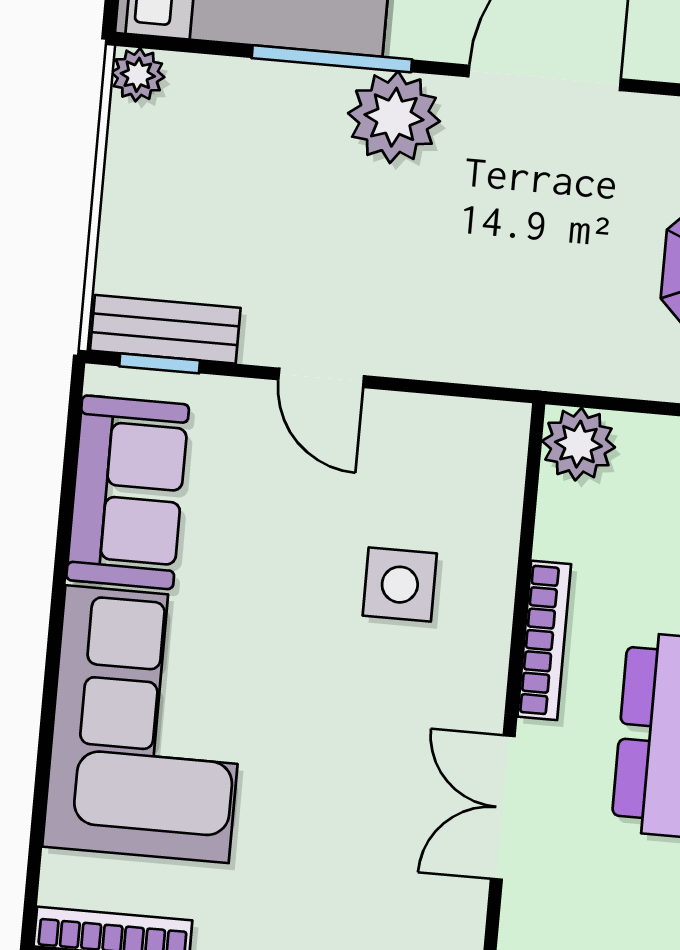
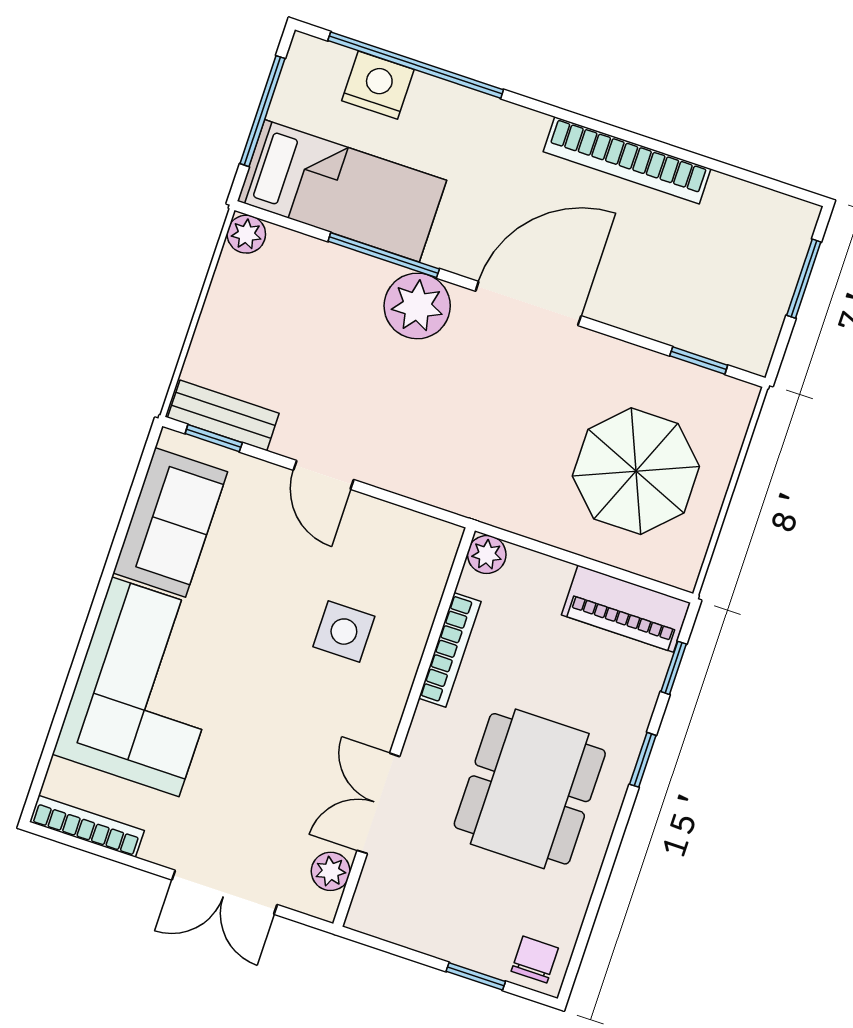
plant: (578, 444) -> (487, 555), width x0.73, depth x0.73
bookcase: (544, 640) -> (450, 650), moved
plant: (459, 916) -> (331, 871), added

